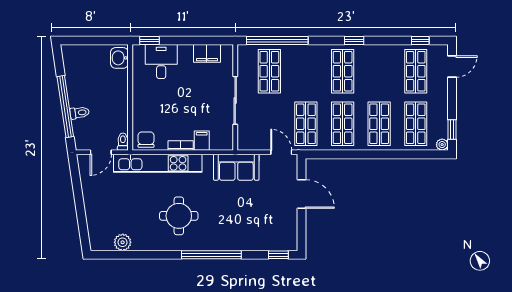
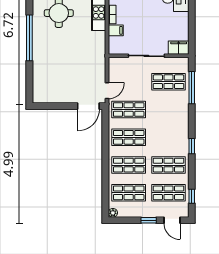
window: (277, 41) -> (192, 88), width x0.68
filing cabinet: (207, 53) -> (179, 48), moved, turned 90
shop shelf: (343, 71) -> (168, 165), moved
window: (452, 129) -> (149, 220), moved
sofa: (236, 167) -> (96, 57), removed
door: (301, 194) -> (88, 106), moved
window: (278, 255) -> (29, 89), removed

